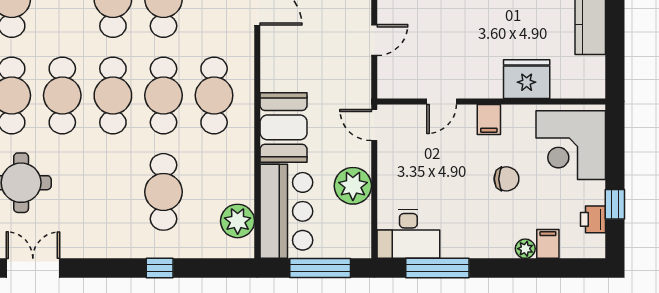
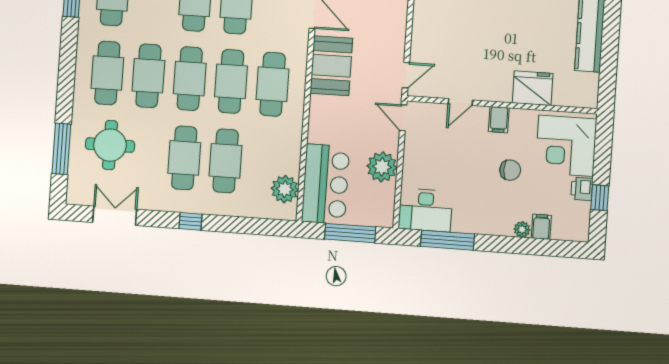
door: (374, 40) -> (406, 75), moved
booth: (284, 127) -> (331, 66), moved
cafe table: (113, 192) -> (184, 158), added
printer: (593, 219) -> (582, 189), moved
window: (160, 268) -> (190, 221), moved

